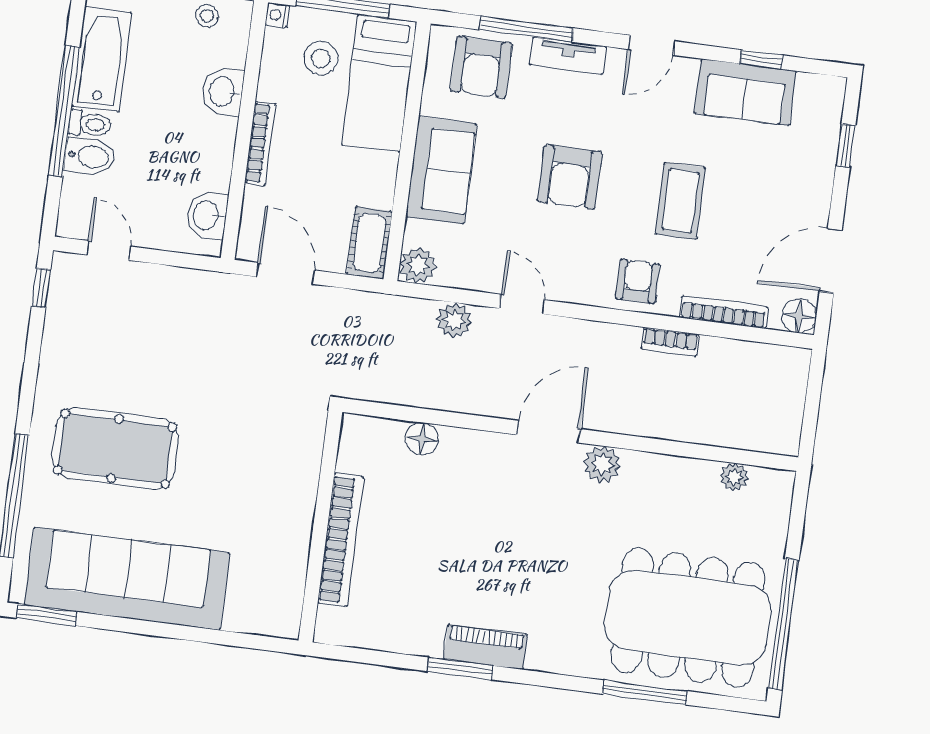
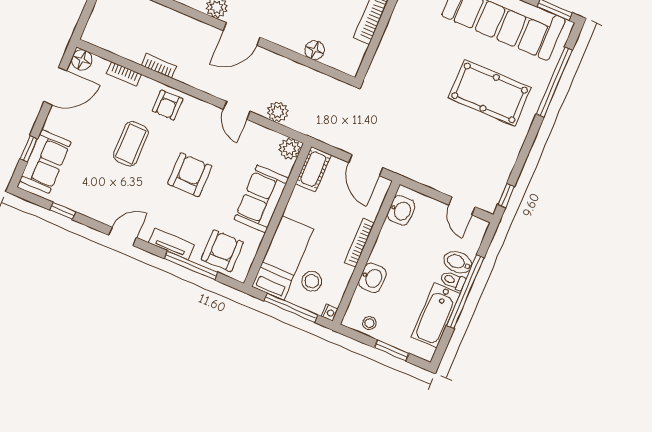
sofa: (745, 92) -> (45, 161), moved, turned 90
bookcase: (724, 312) -> (124, 74), width x0.64

